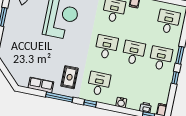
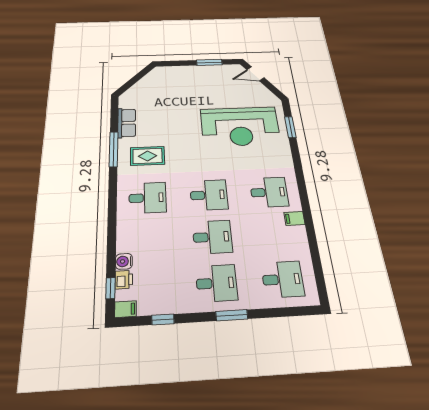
window: (175, 78) -> (163, 320), moved
window: (90, 103) -> (113, 193), removed
water cooler: (121, 103) -> (124, 261), moved

